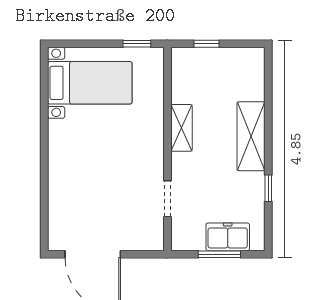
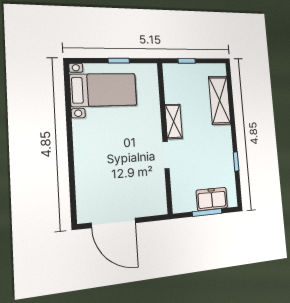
window: (137, 44) -> (119, 61), moved
shelving: (251, 136) -> (220, 100), moved
doorway: (167, 199) -> (166, 155), moved

